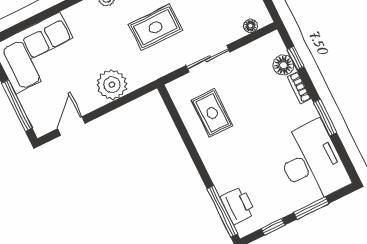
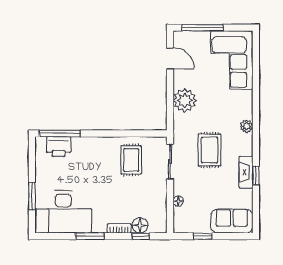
floor lamp: (251, 26) -> (178, 201), moved
sliding door: (208, 59) -> (170, 162), moved
rug: (212, 113) -> (131, 160), turned 90
window: (273, 227) -> (32, 163), removed

